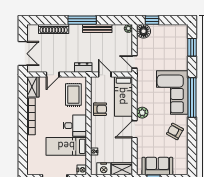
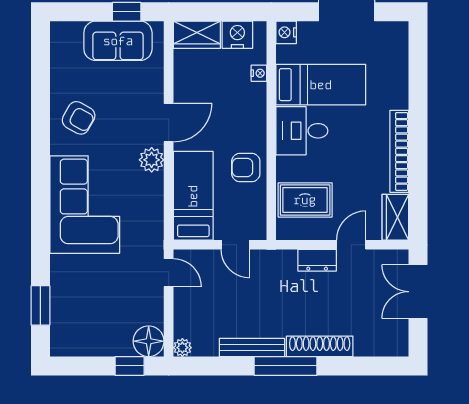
shoe rack: (54, 29) -> (320, 346), moved
dresser: (83, 68) -> (317, 260), moved
rug: (73, 95) -> (305, 200), turned 90
window: (192, 97) -> (40, 194), removed

